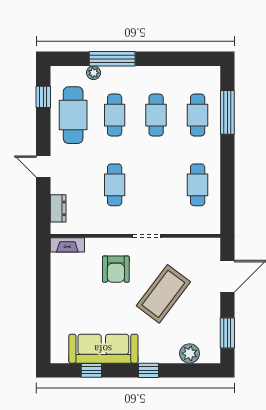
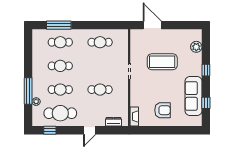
armchair: (116, 269) -> (162, 110), moved
coffee table: (163, 294) -> (162, 62), turned -37
window: (227, 333) -> (185, 25), removed

